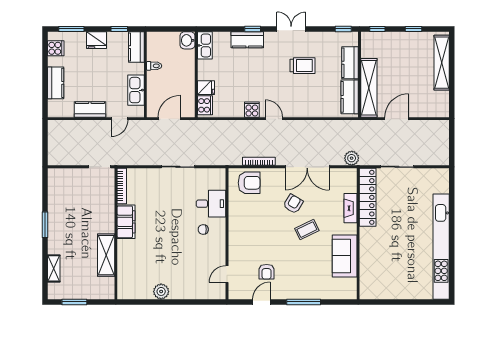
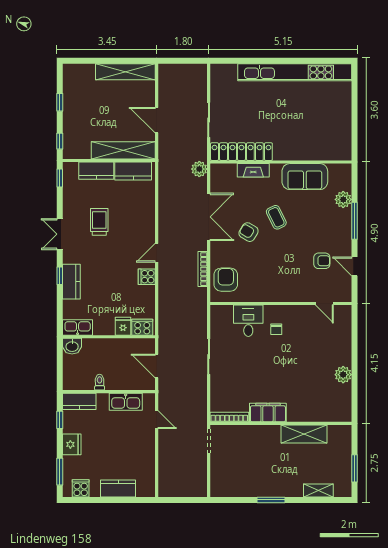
shelving: (442, 63) -> (125, 72), moved
kitchen counter: (90, 109) -> (147, 451), removed
plant: (323, 292) -> (343, 199), added

